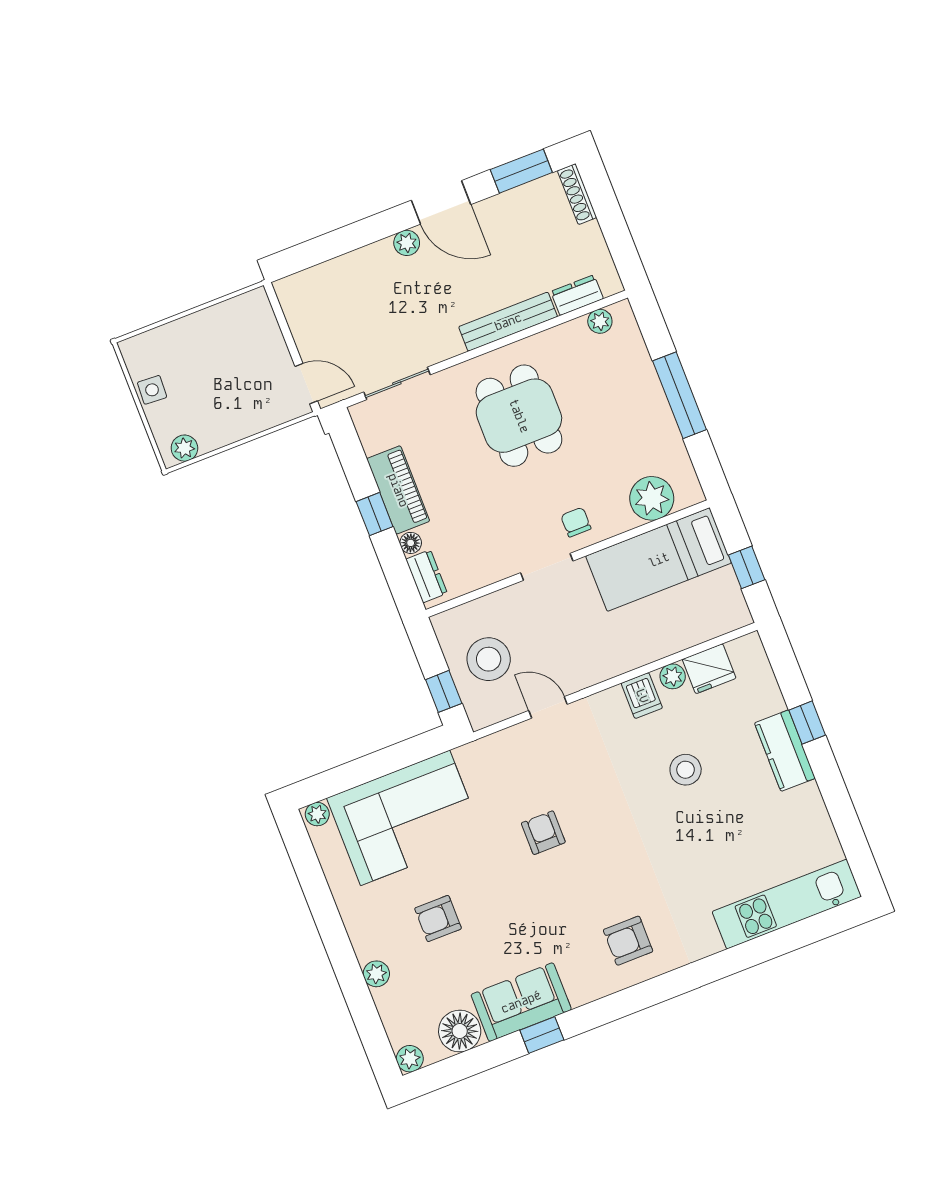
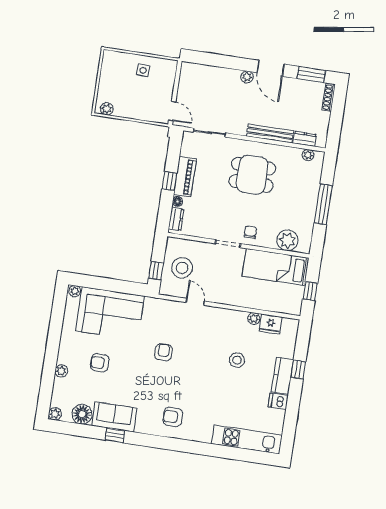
side table: (152, 390) -> (143, 70), moved
dining table: (519, 416) -> (252, 175), turned 90
dishwasher: (642, 696) -> (278, 401), moved, turned 90

